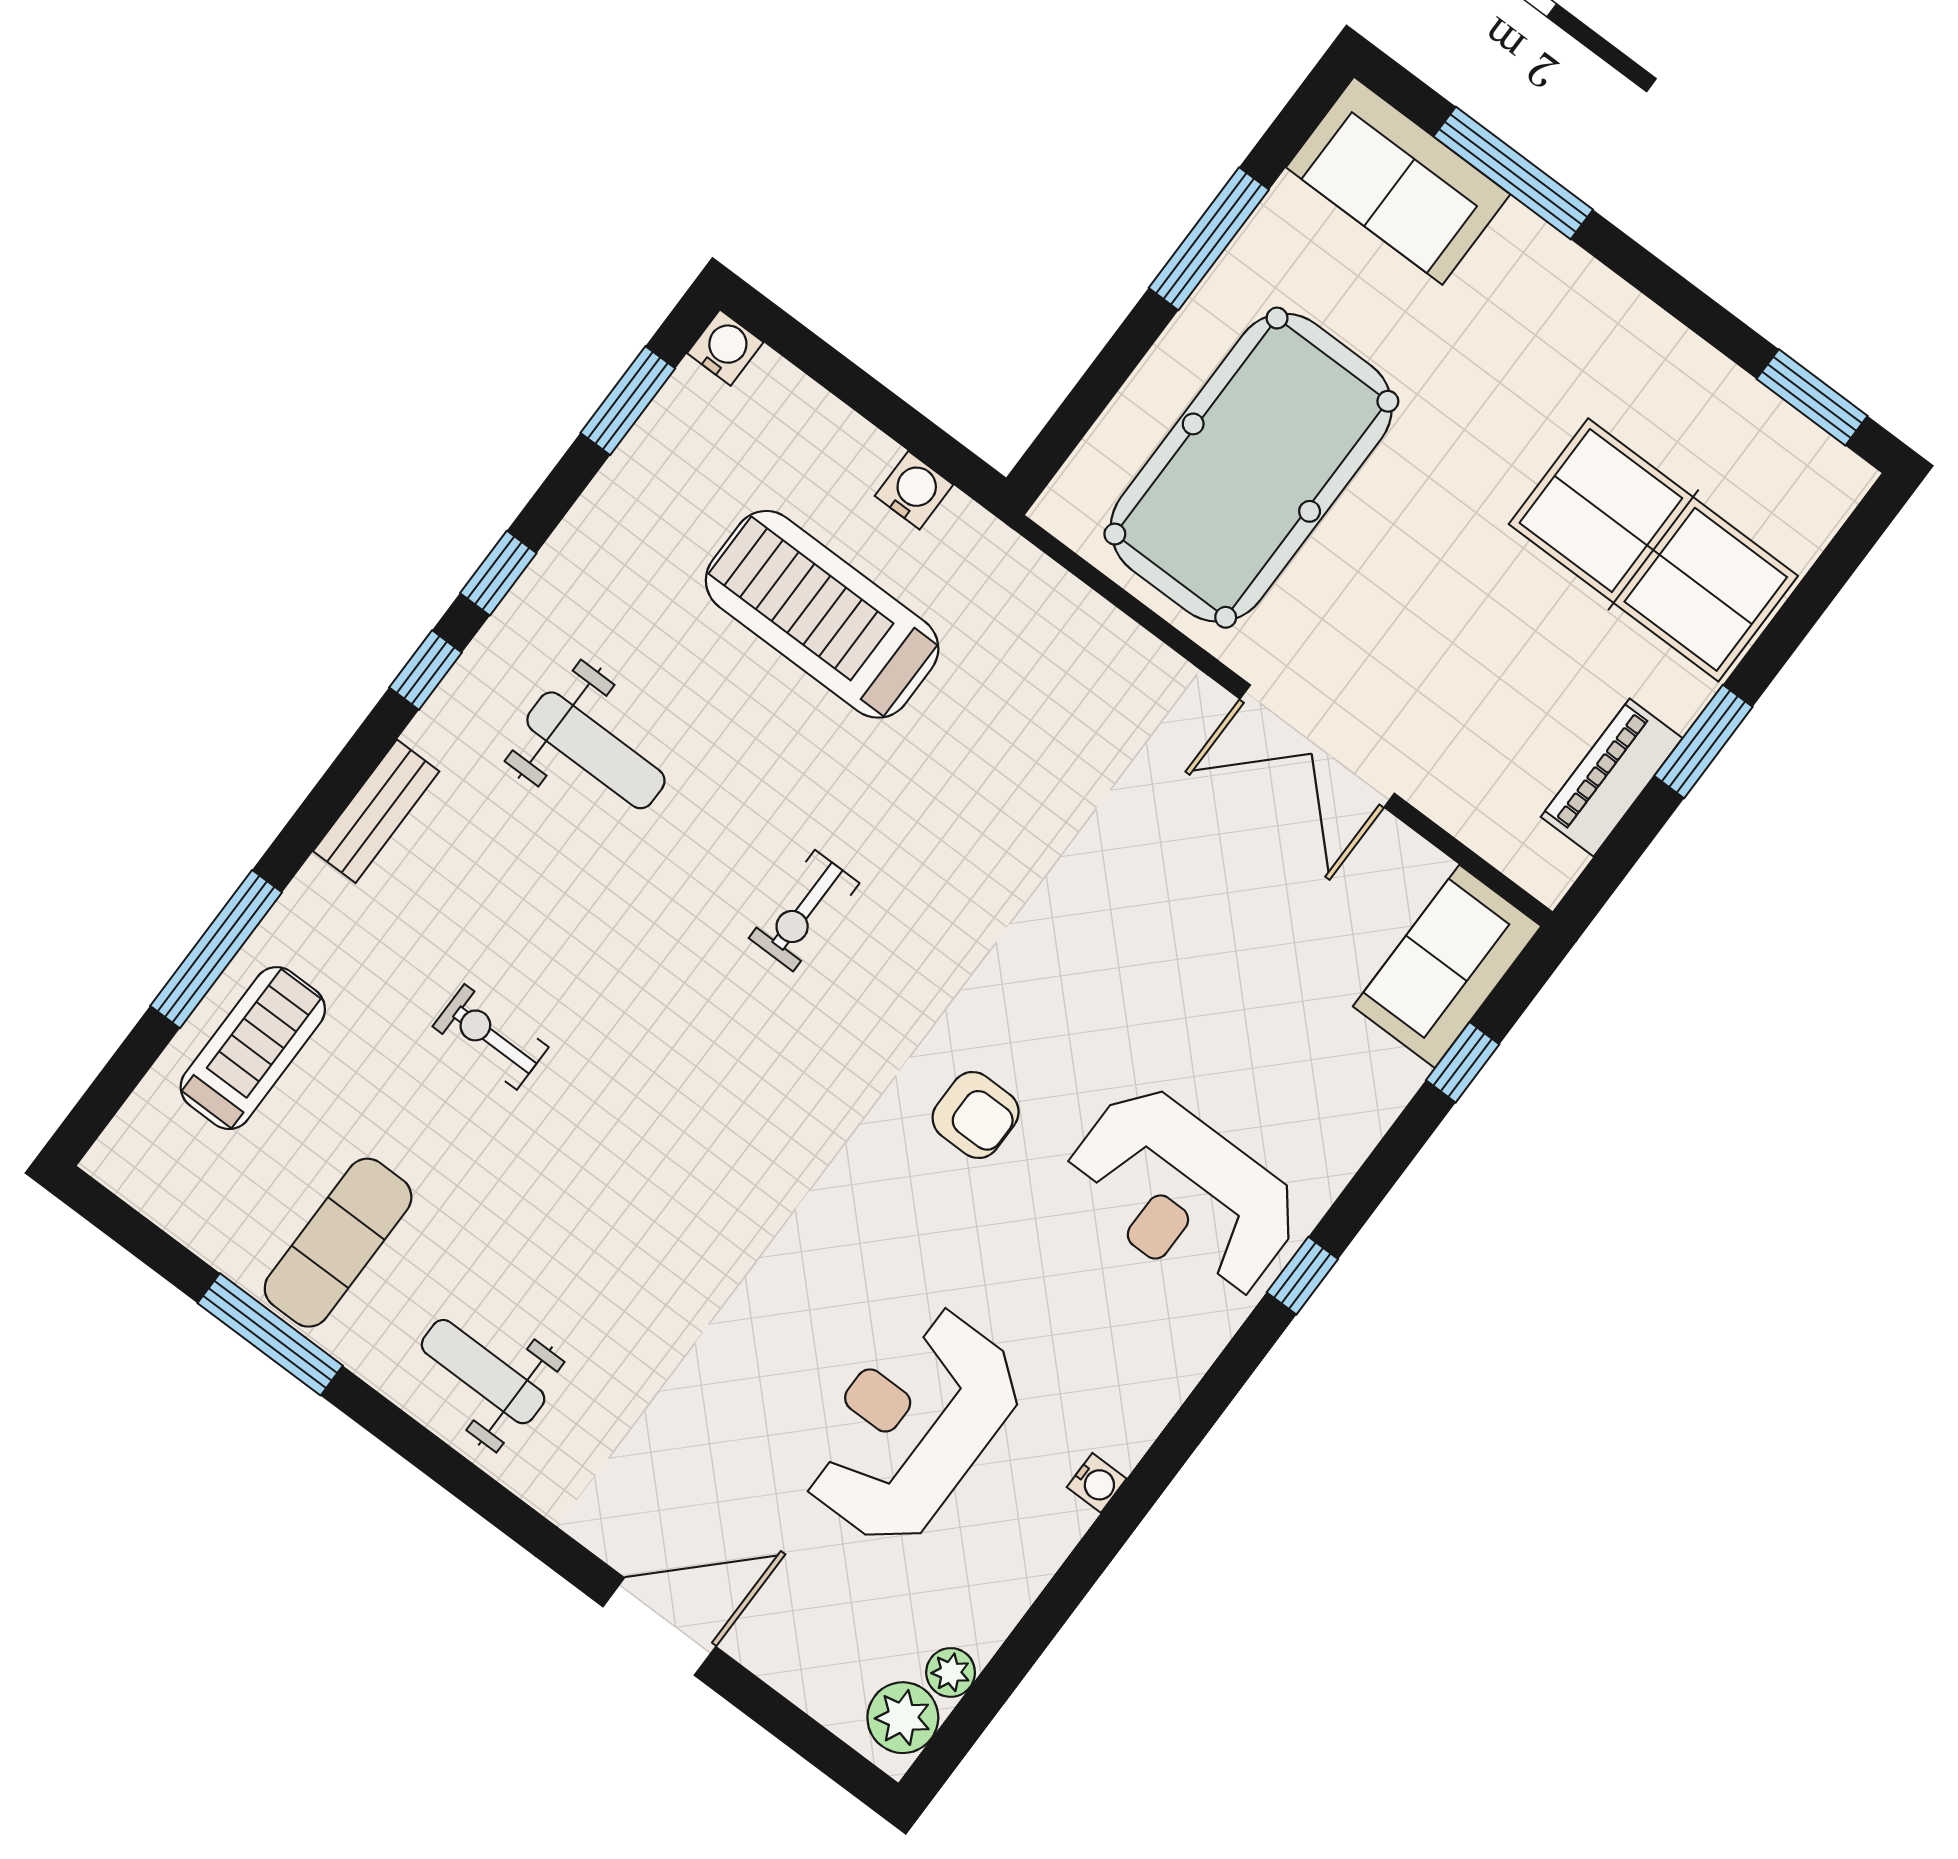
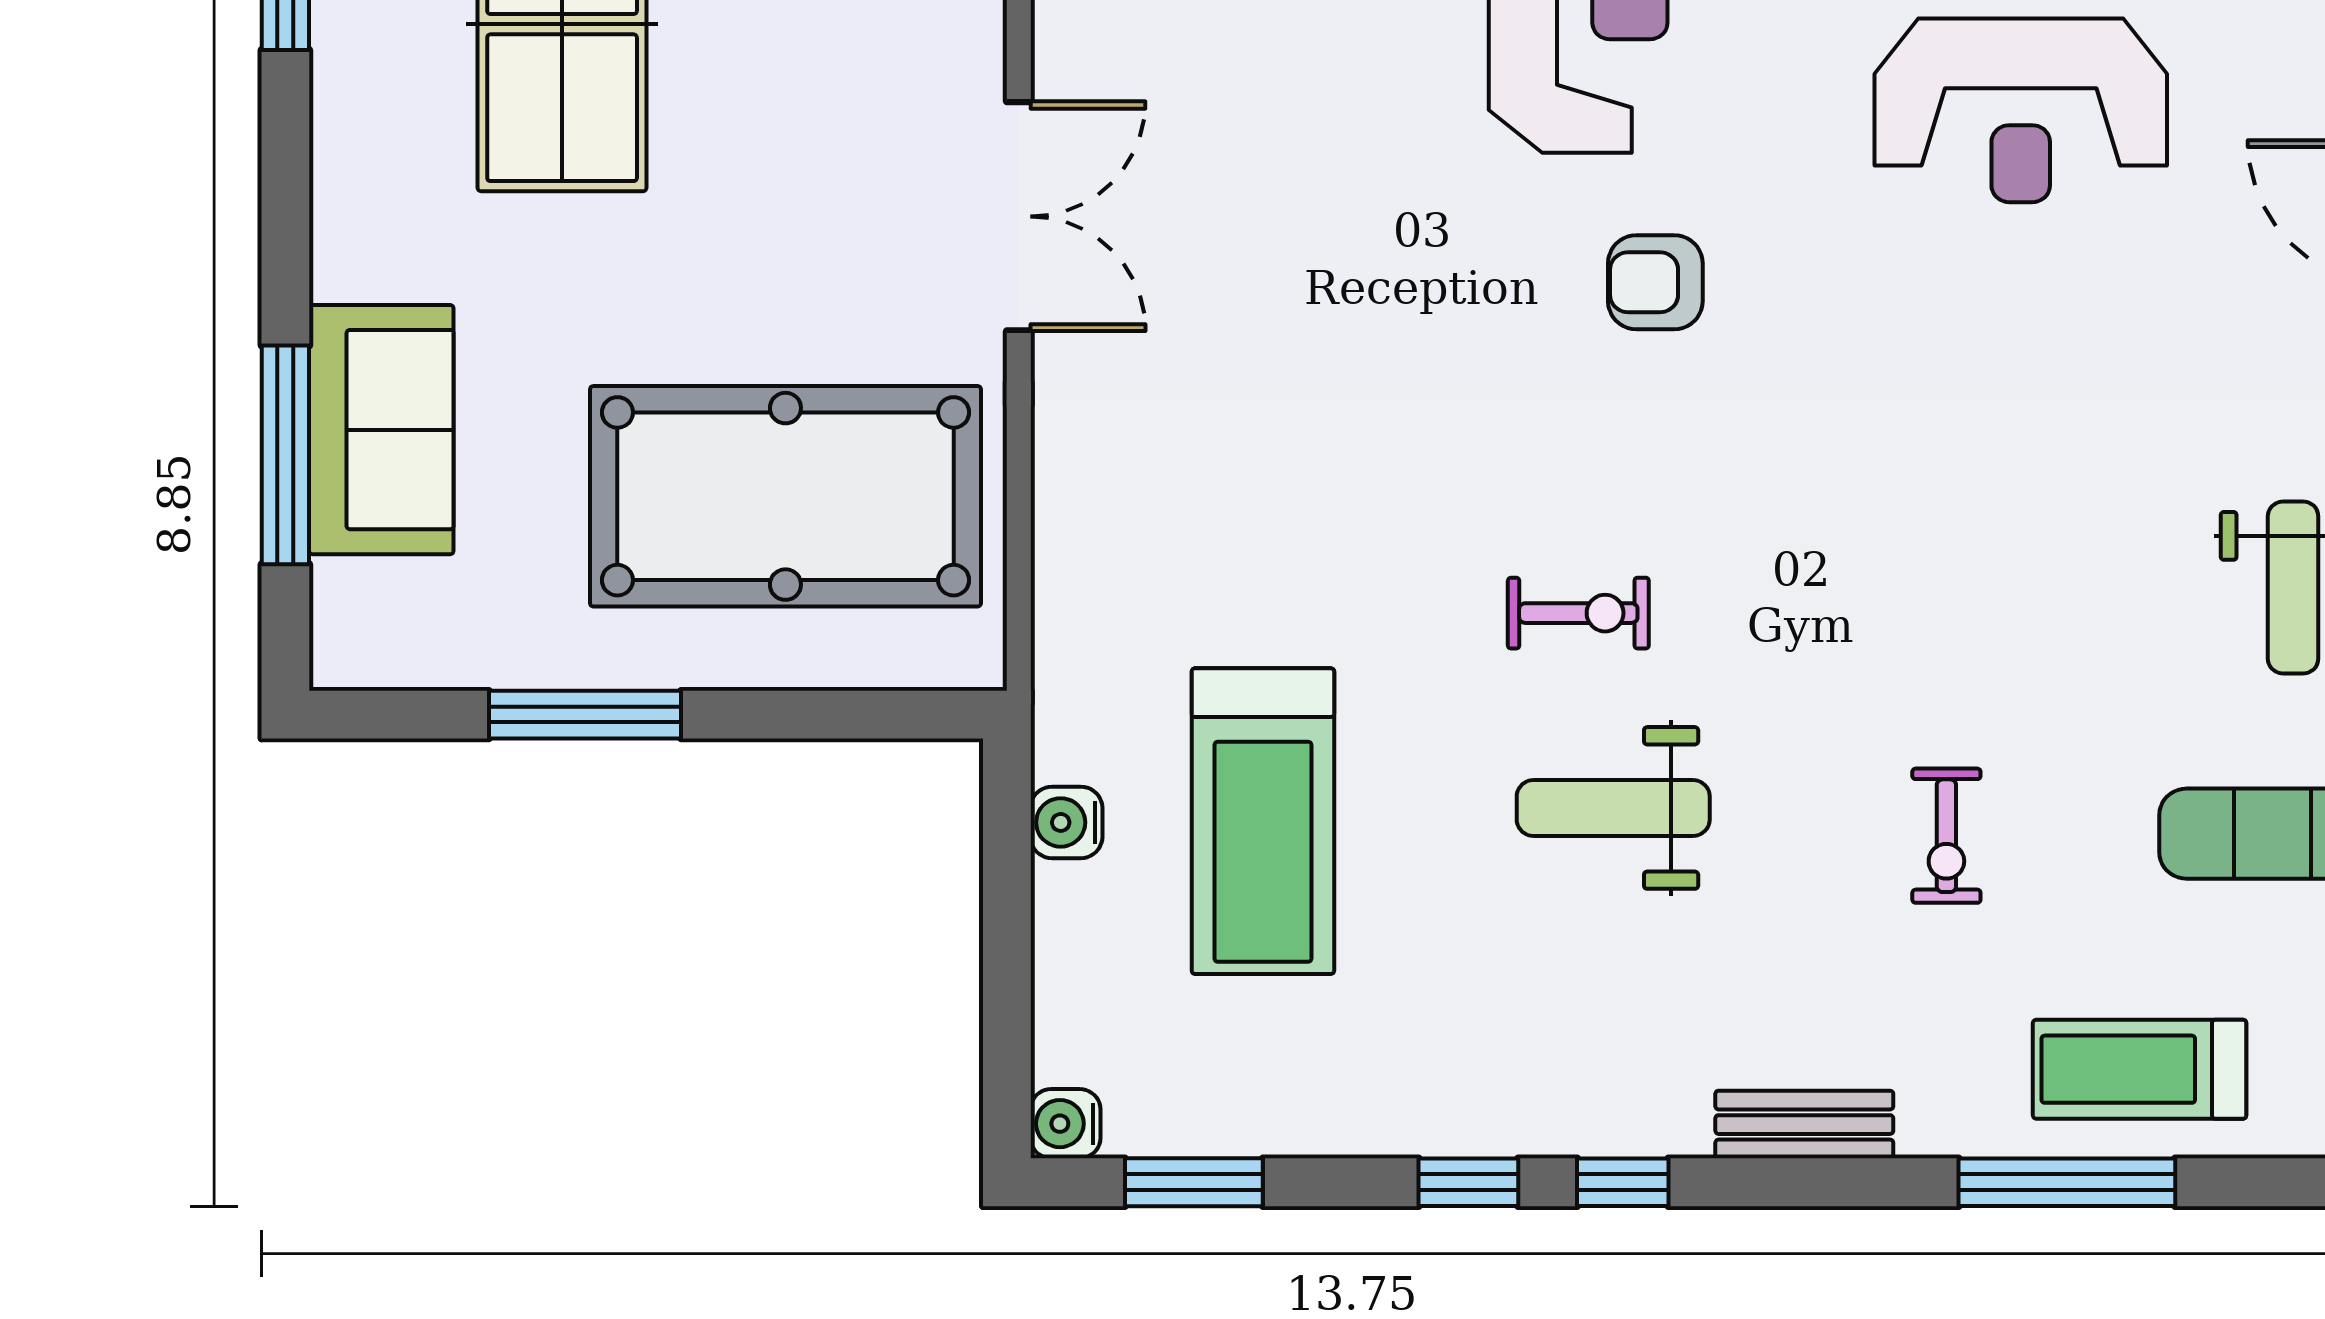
sofa: (1398, 181) -> (381, 430), moved
weight bench: (596, 750) -> (1613, 808), moved, turned -90
armchair: (976, 1115) -> (1655, 282), turned -90

